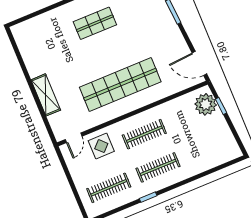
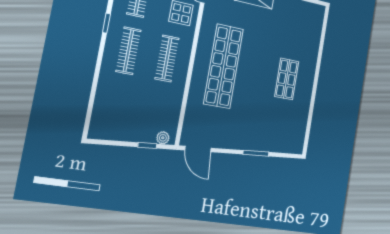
door: (199, 63) -> (198, 149), swing flipped
plant: (206, 104) -> (163, 138), width x0.53, depth x0.53

